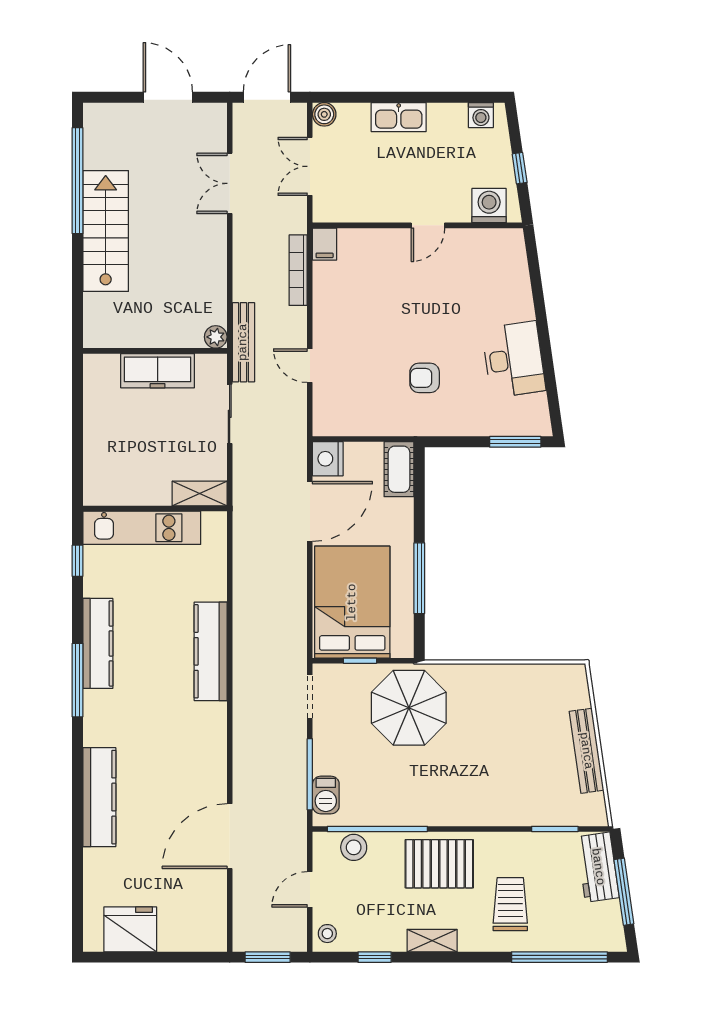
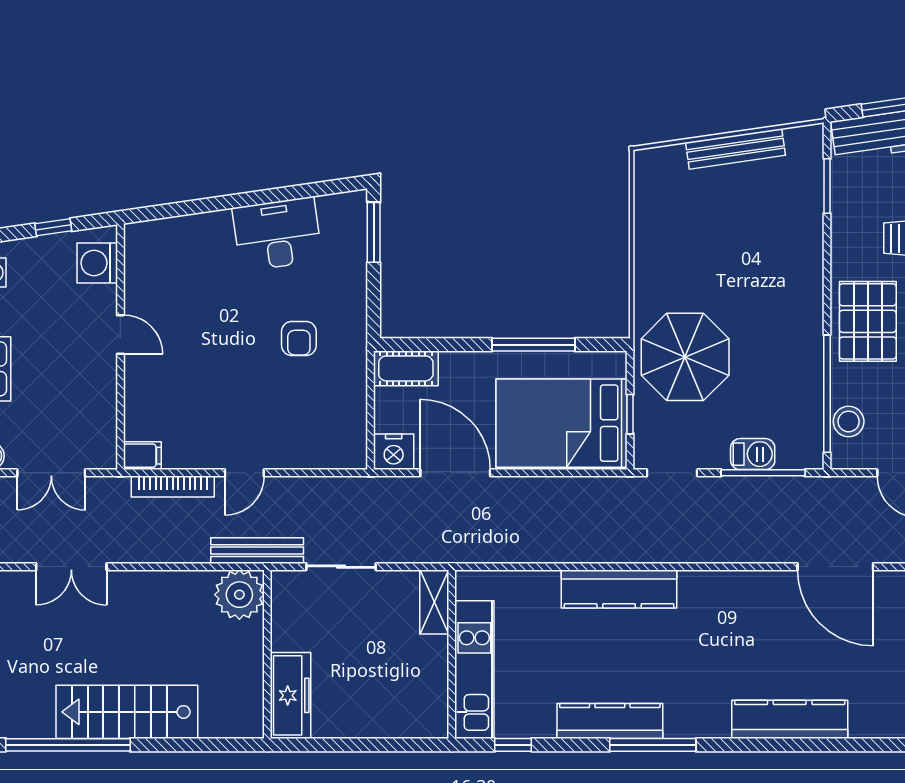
plant: (216, 337) -> (239, 595), width x1.88, depth x1.88
door: (310, 366) -> (244, 473), moved
freezer: (158, 371) -> (291, 695), moved
barbecue: (326, 795) -> (753, 454), moved

